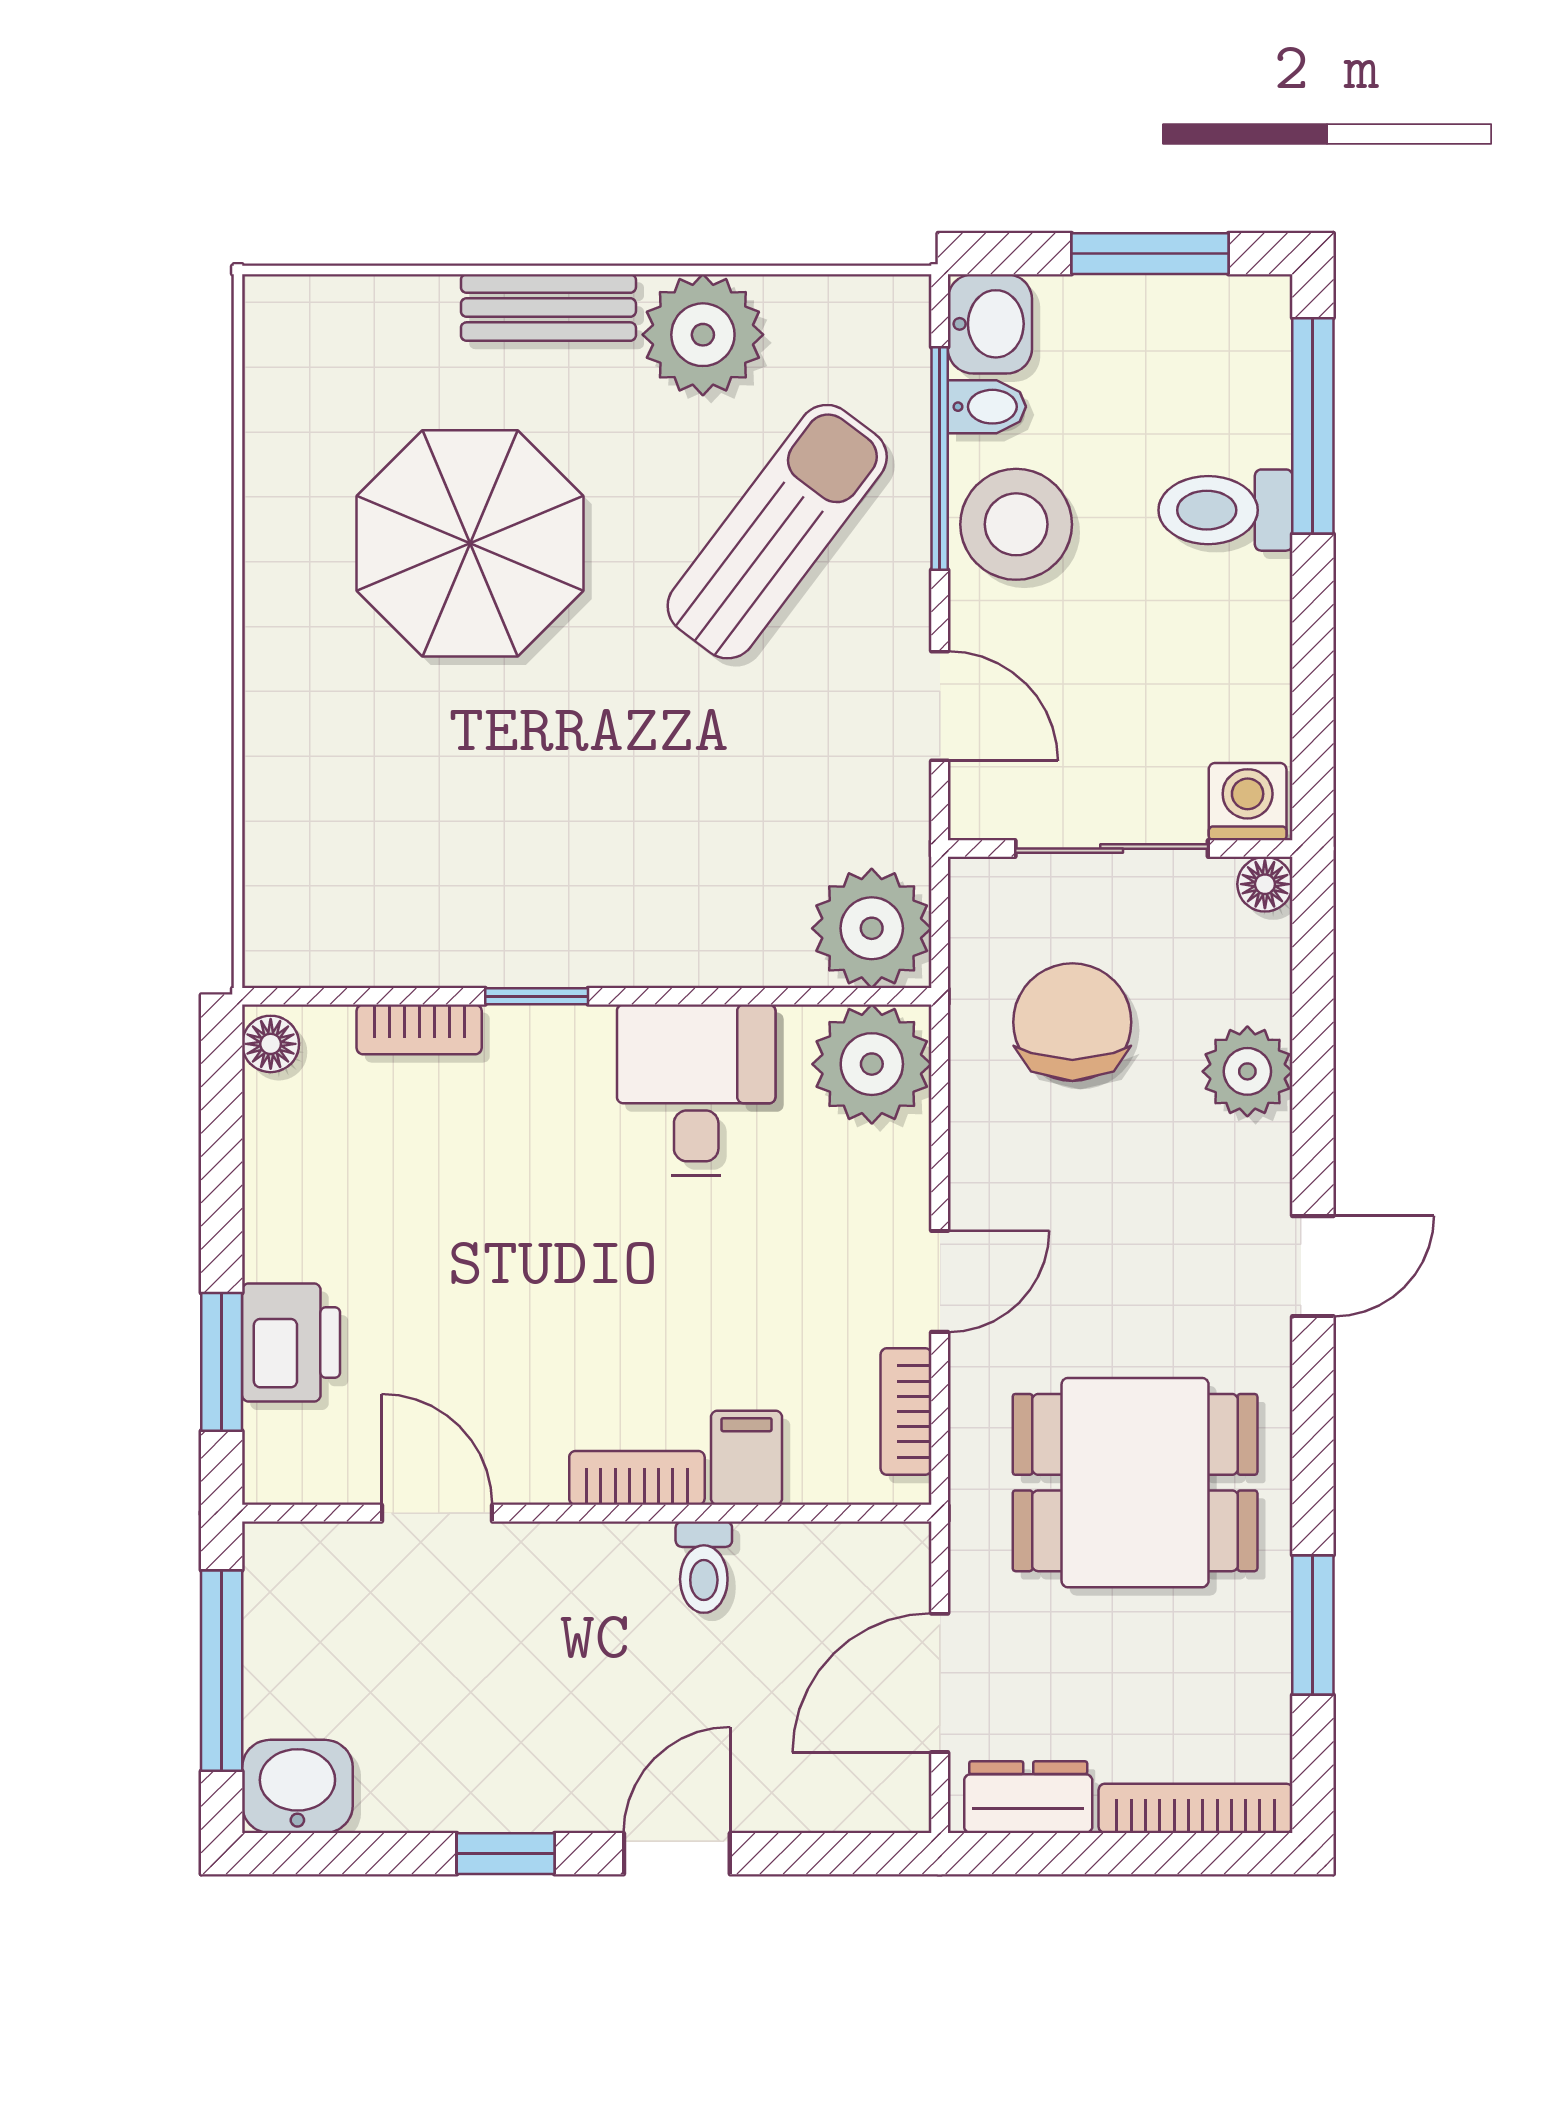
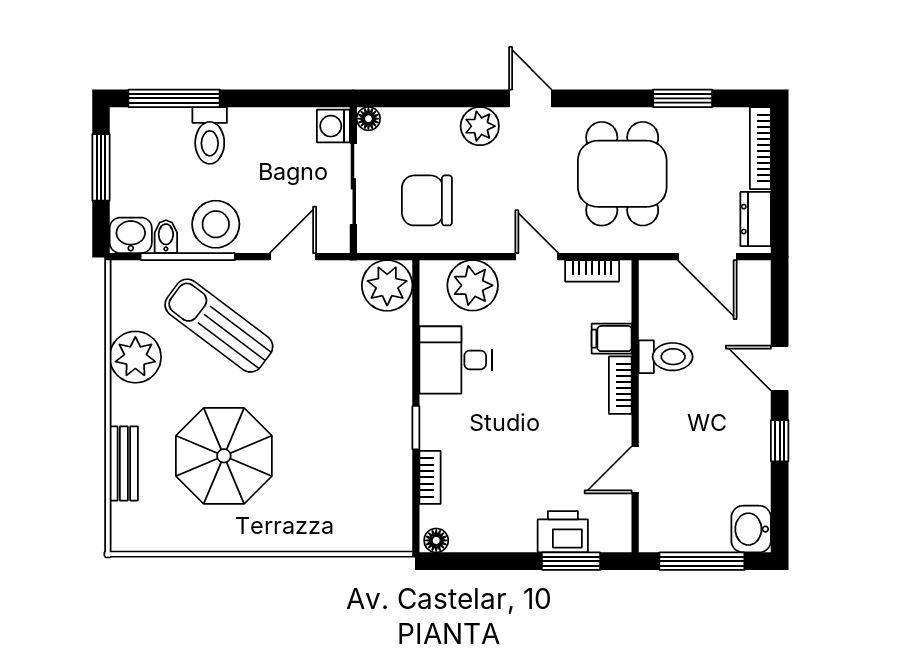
bench: (548, 308) -> (124, 464), moved
plant: (872, 1064) -> (473, 285), moved
plant: (1247, 1071) -> (480, 126), moved
toilet: (704, 1567) -> (666, 357), width x1.37, depth x1.39

